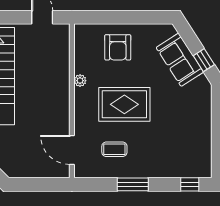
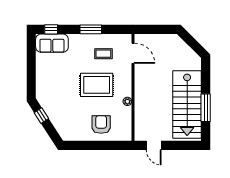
sofa: (180, 60) -> (52, 43), moved, turned 123

